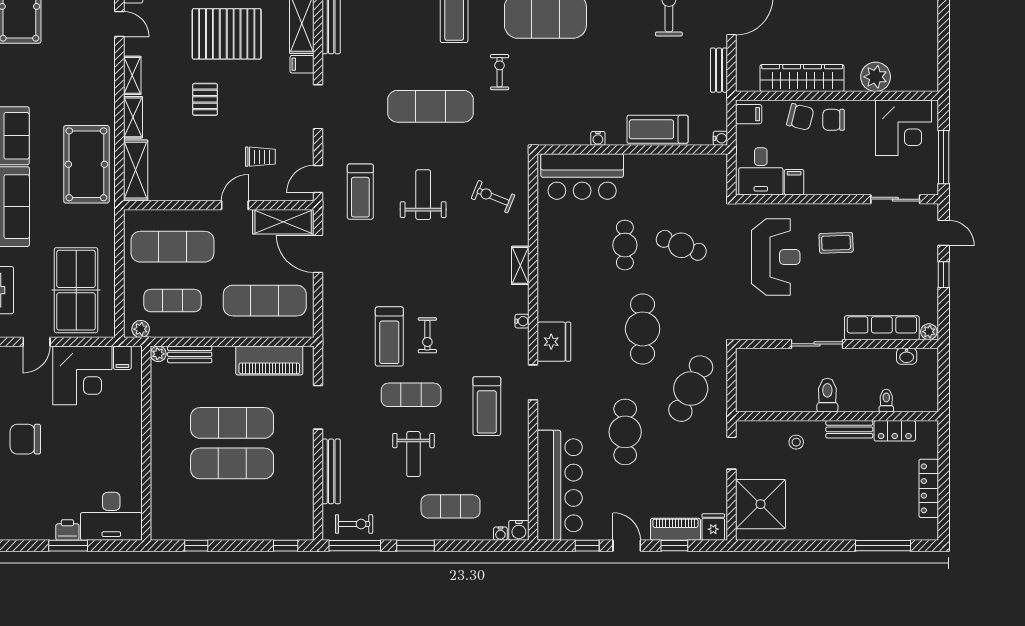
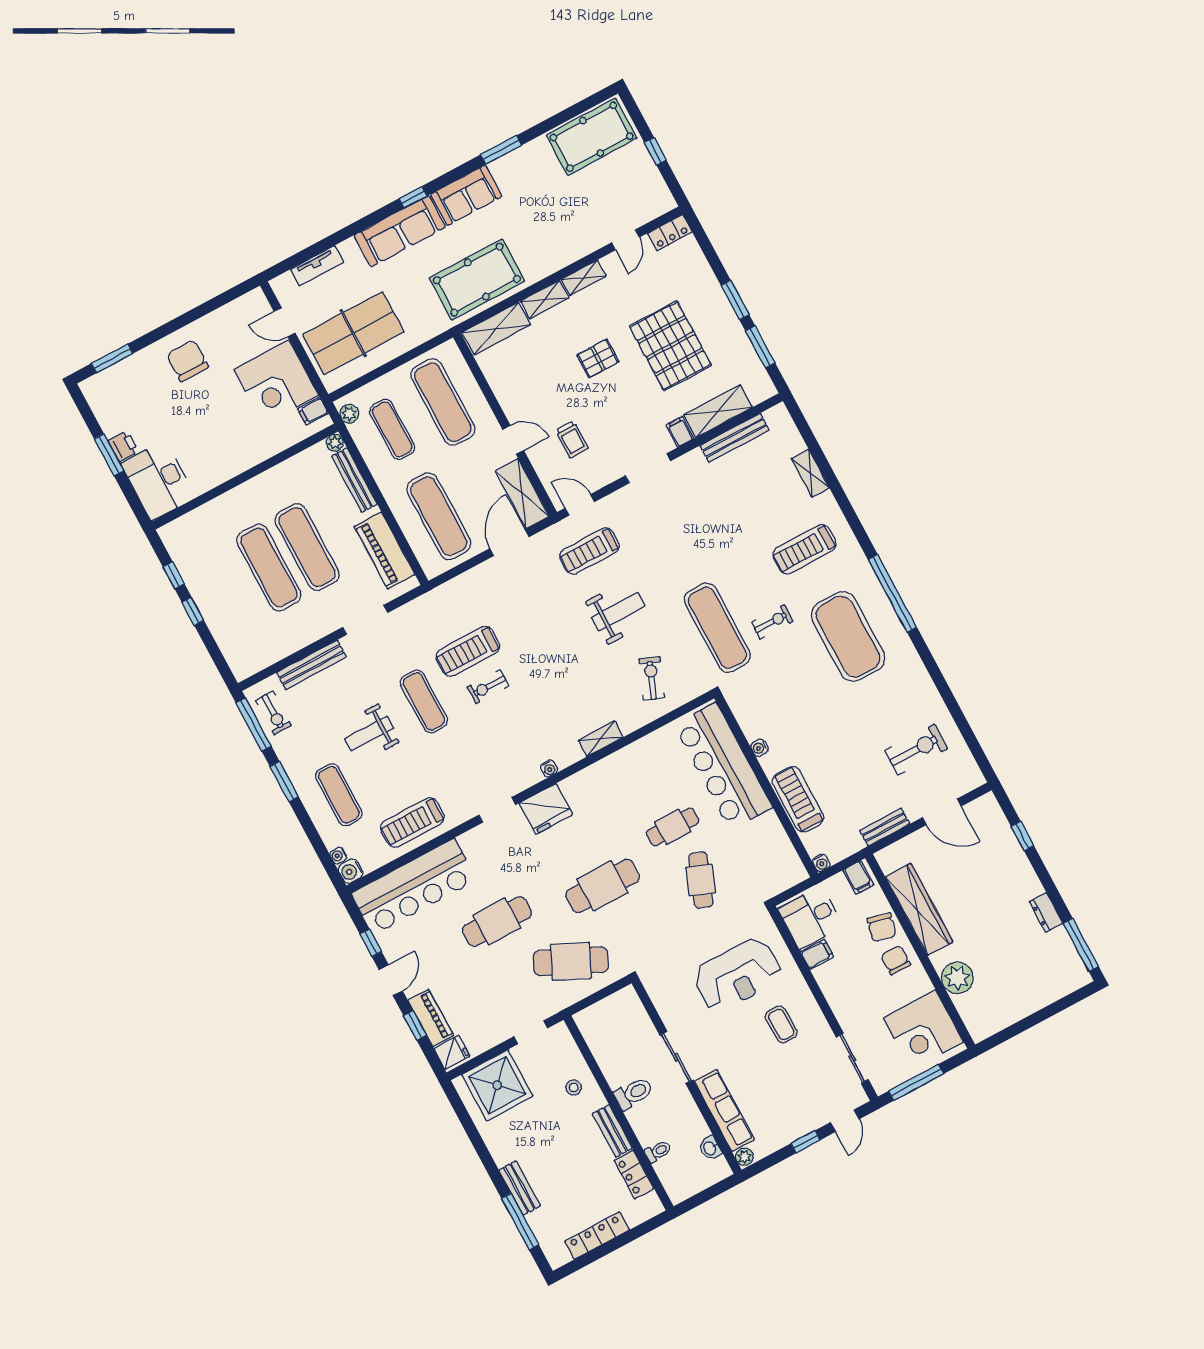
exercise mat: (431, 106) -> (717, 628), moved
bar counter: (582, 177) -> (723, 766), width x1.36
bench: (190, 354) -> (354, 480), width x1.36
treadmill: (487, 406) -> (412, 822), moved
bench: (855, 531) -> (520, 1188), added
window: (286, 546) -> (193, 611), moved

